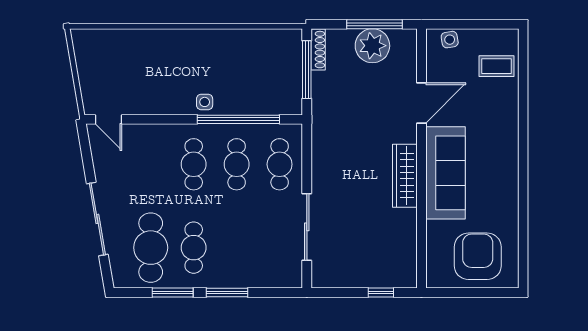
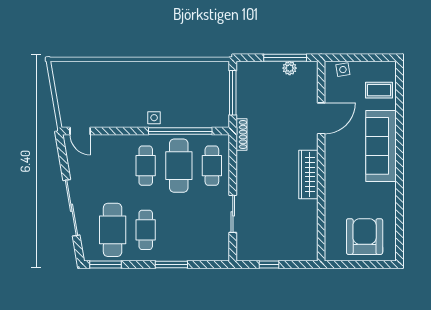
plant: (372, 46) -> (290, 68), width x0.53, depth x0.53
shoe rack: (318, 50) -> (242, 135), moved
cafe table: (237, 164) -> (179, 166), width x1.37, depth x1.35
sofa: (445, 173) -> (381, 146), moved, turned 180
sliding door: (307, 227) -> (233, 214), width x0.73
window: (173, 292) -> (105, 264), moved
window: (381, 292) -> (269, 264), moved

